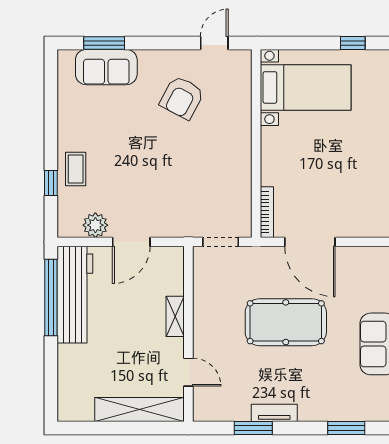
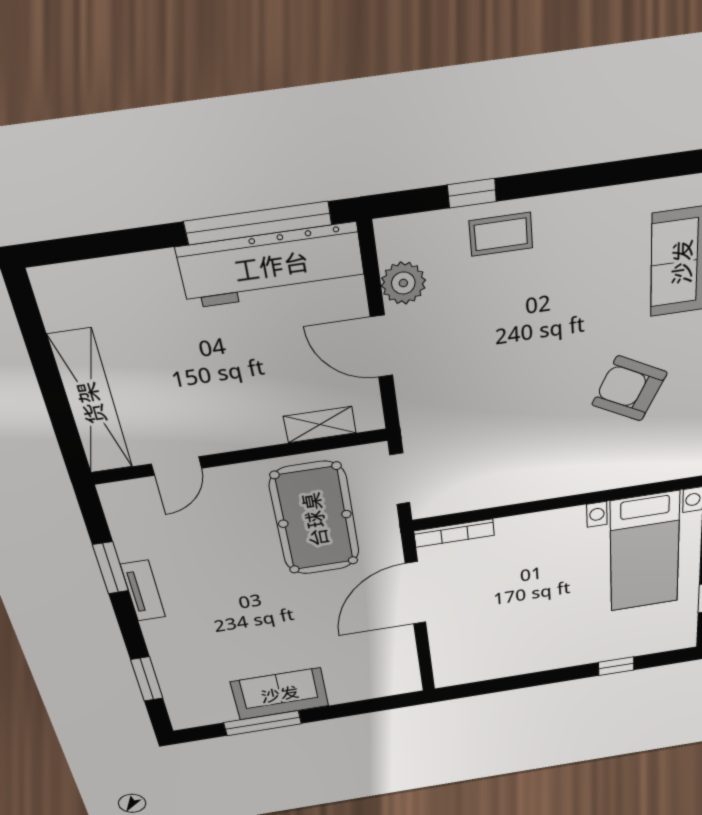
shelving: (175, 316) -> (320, 425), moved
pool table: (286, 322) -> (315, 519), moved

